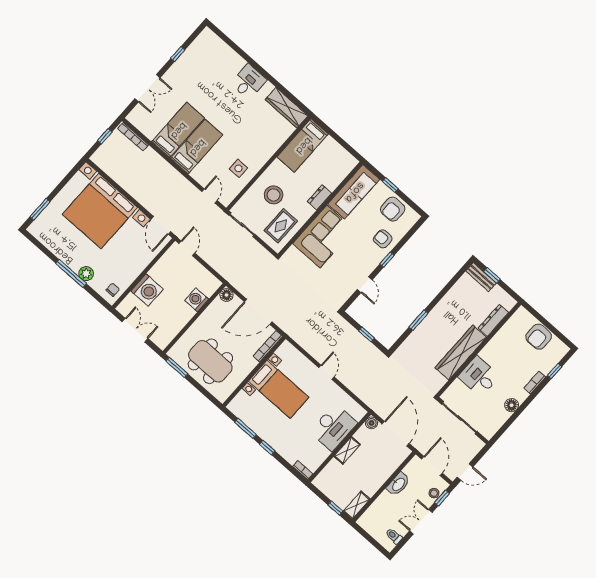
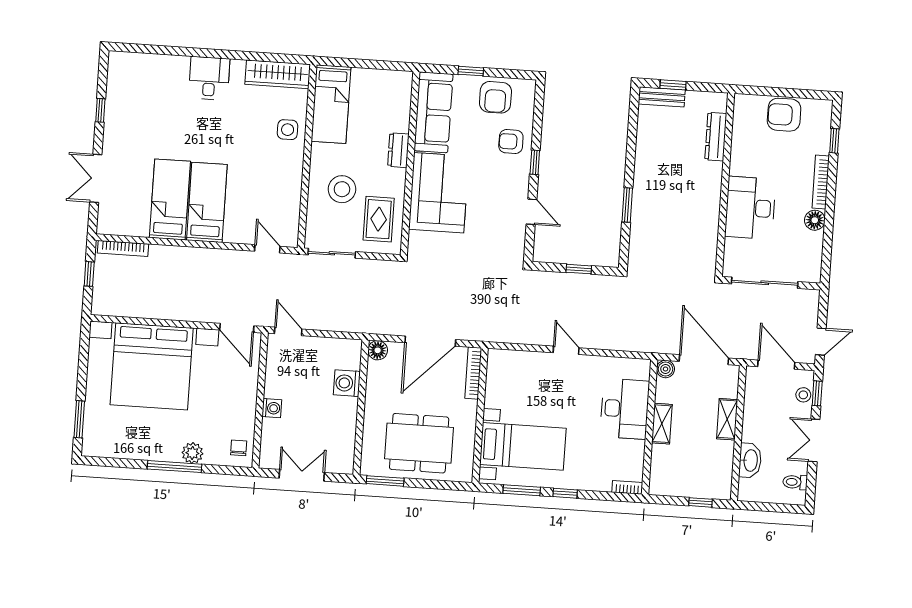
double door: (147, 88) -> (96, 178), swing flipped
side table: (238, 168) -> (288, 130), moved
washing machine: (147, 290) -> (272, 408), width x0.53, depth x0.53
armchair: (539, 337) -> (784, 115), turned 90
wardrobe: (461, 353) -> (707, 204), removed
desk: (479, 376) -> (750, 208), width x1.37
bookcase: (535, 383) -> (821, 182), width x1.56
bed with nightstands: (279, 389) -> (523, 446), moved
washbasin: (398, 484) -> (750, 460), moved
shelving: (357, 505) -> (727, 419), moved

